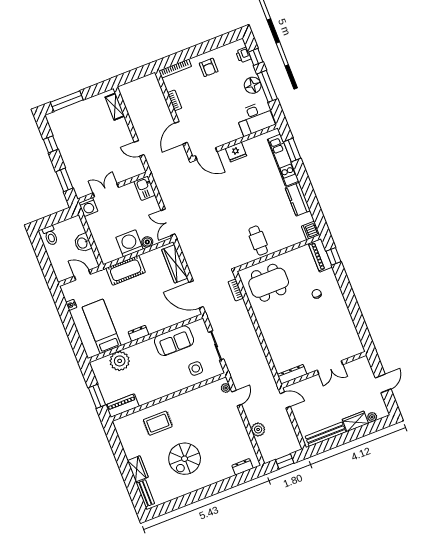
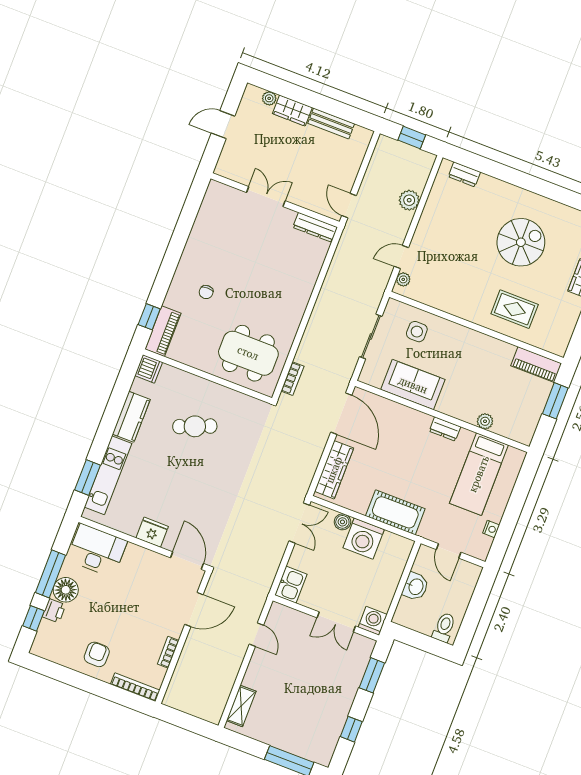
printer: (243, 55) -> (54, 611), moved
cafe table: (258, 241) -> (195, 426), moved, turned 68
plant: (120, 361) -> (485, 421), width x0.53, depth x0.53
bench: (326, 434) -> (331, 124), width x0.73

